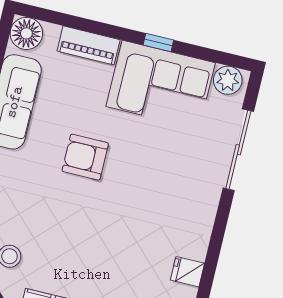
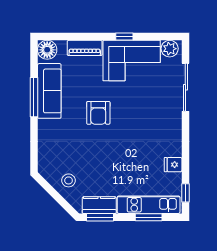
armchair: (85, 157) -> (98, 113), turned -90

